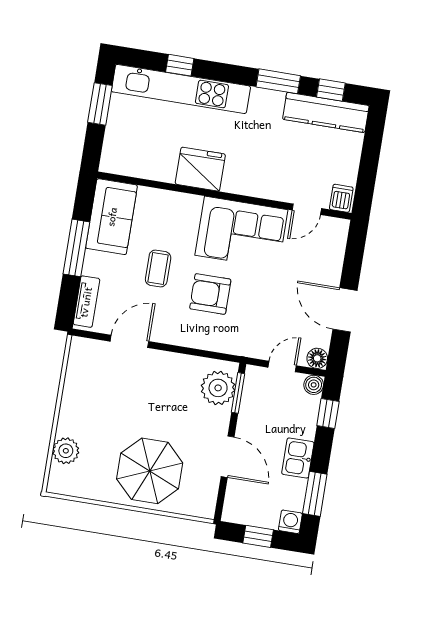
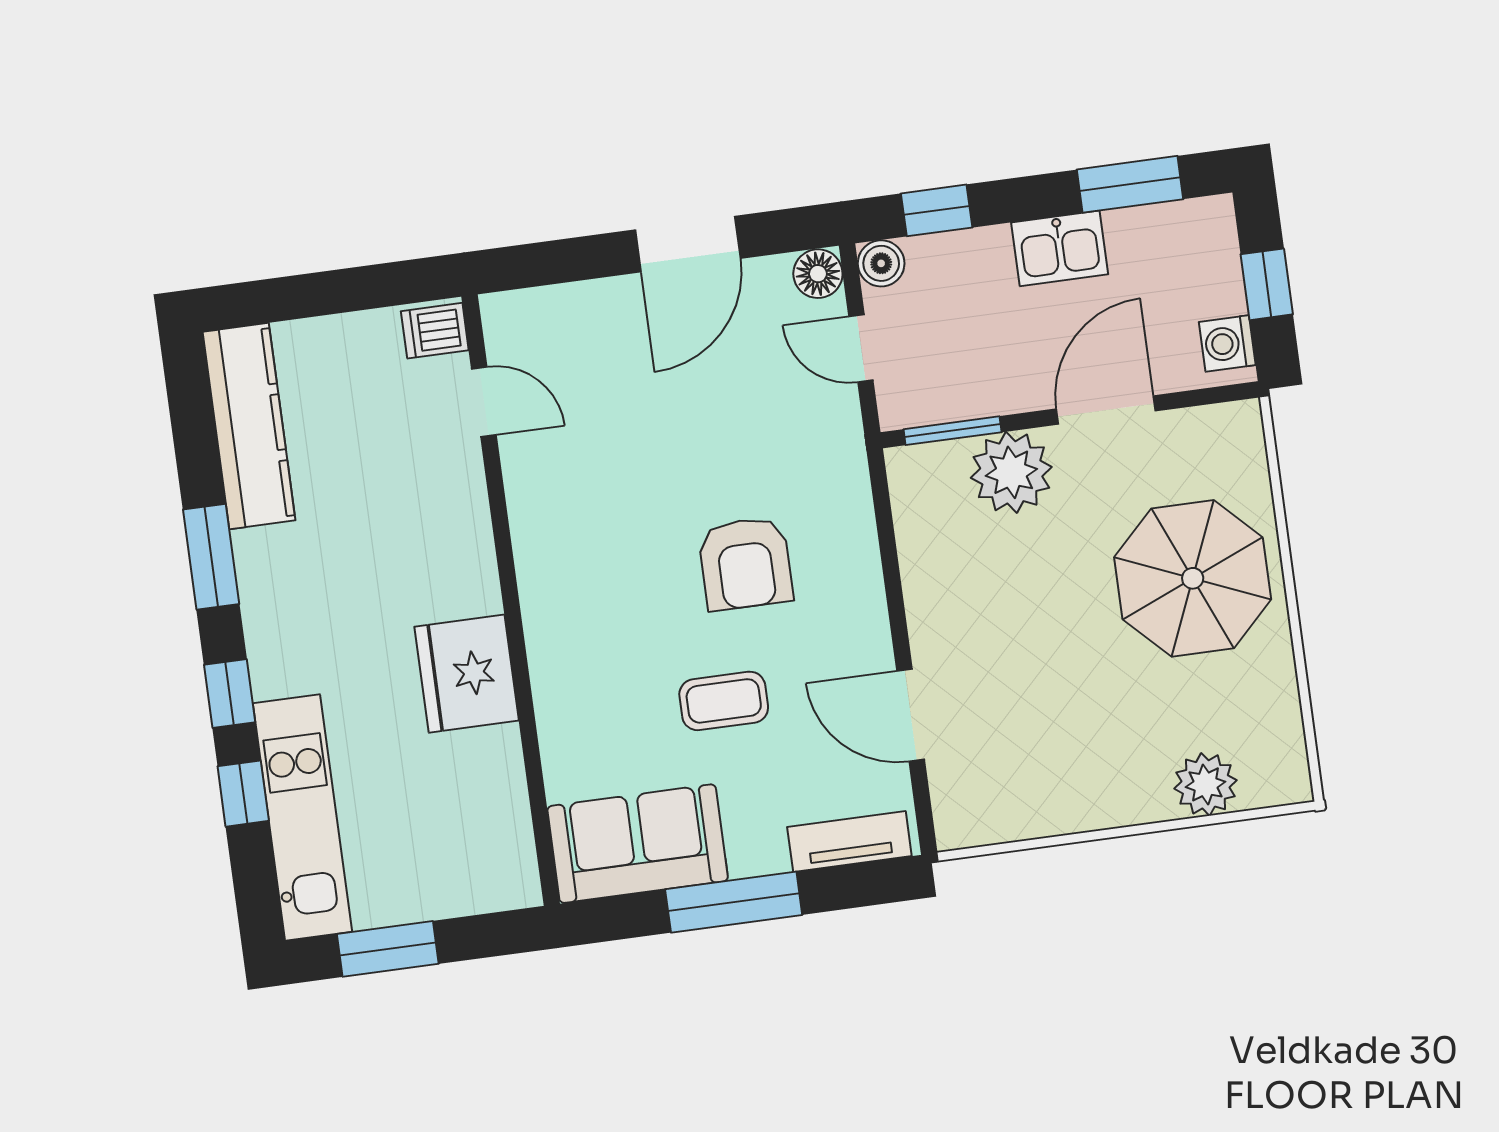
kitchen unit: (181, 89) -> (302, 817), width x0.73
window: (331, 90) -> (230, 694), moved
corner sofa: (241, 232) -> (583, 535), removed
plant: (218, 388) -> (1011, 472), moved
washing machine: (290, 522) -> (1227, 343), moved

